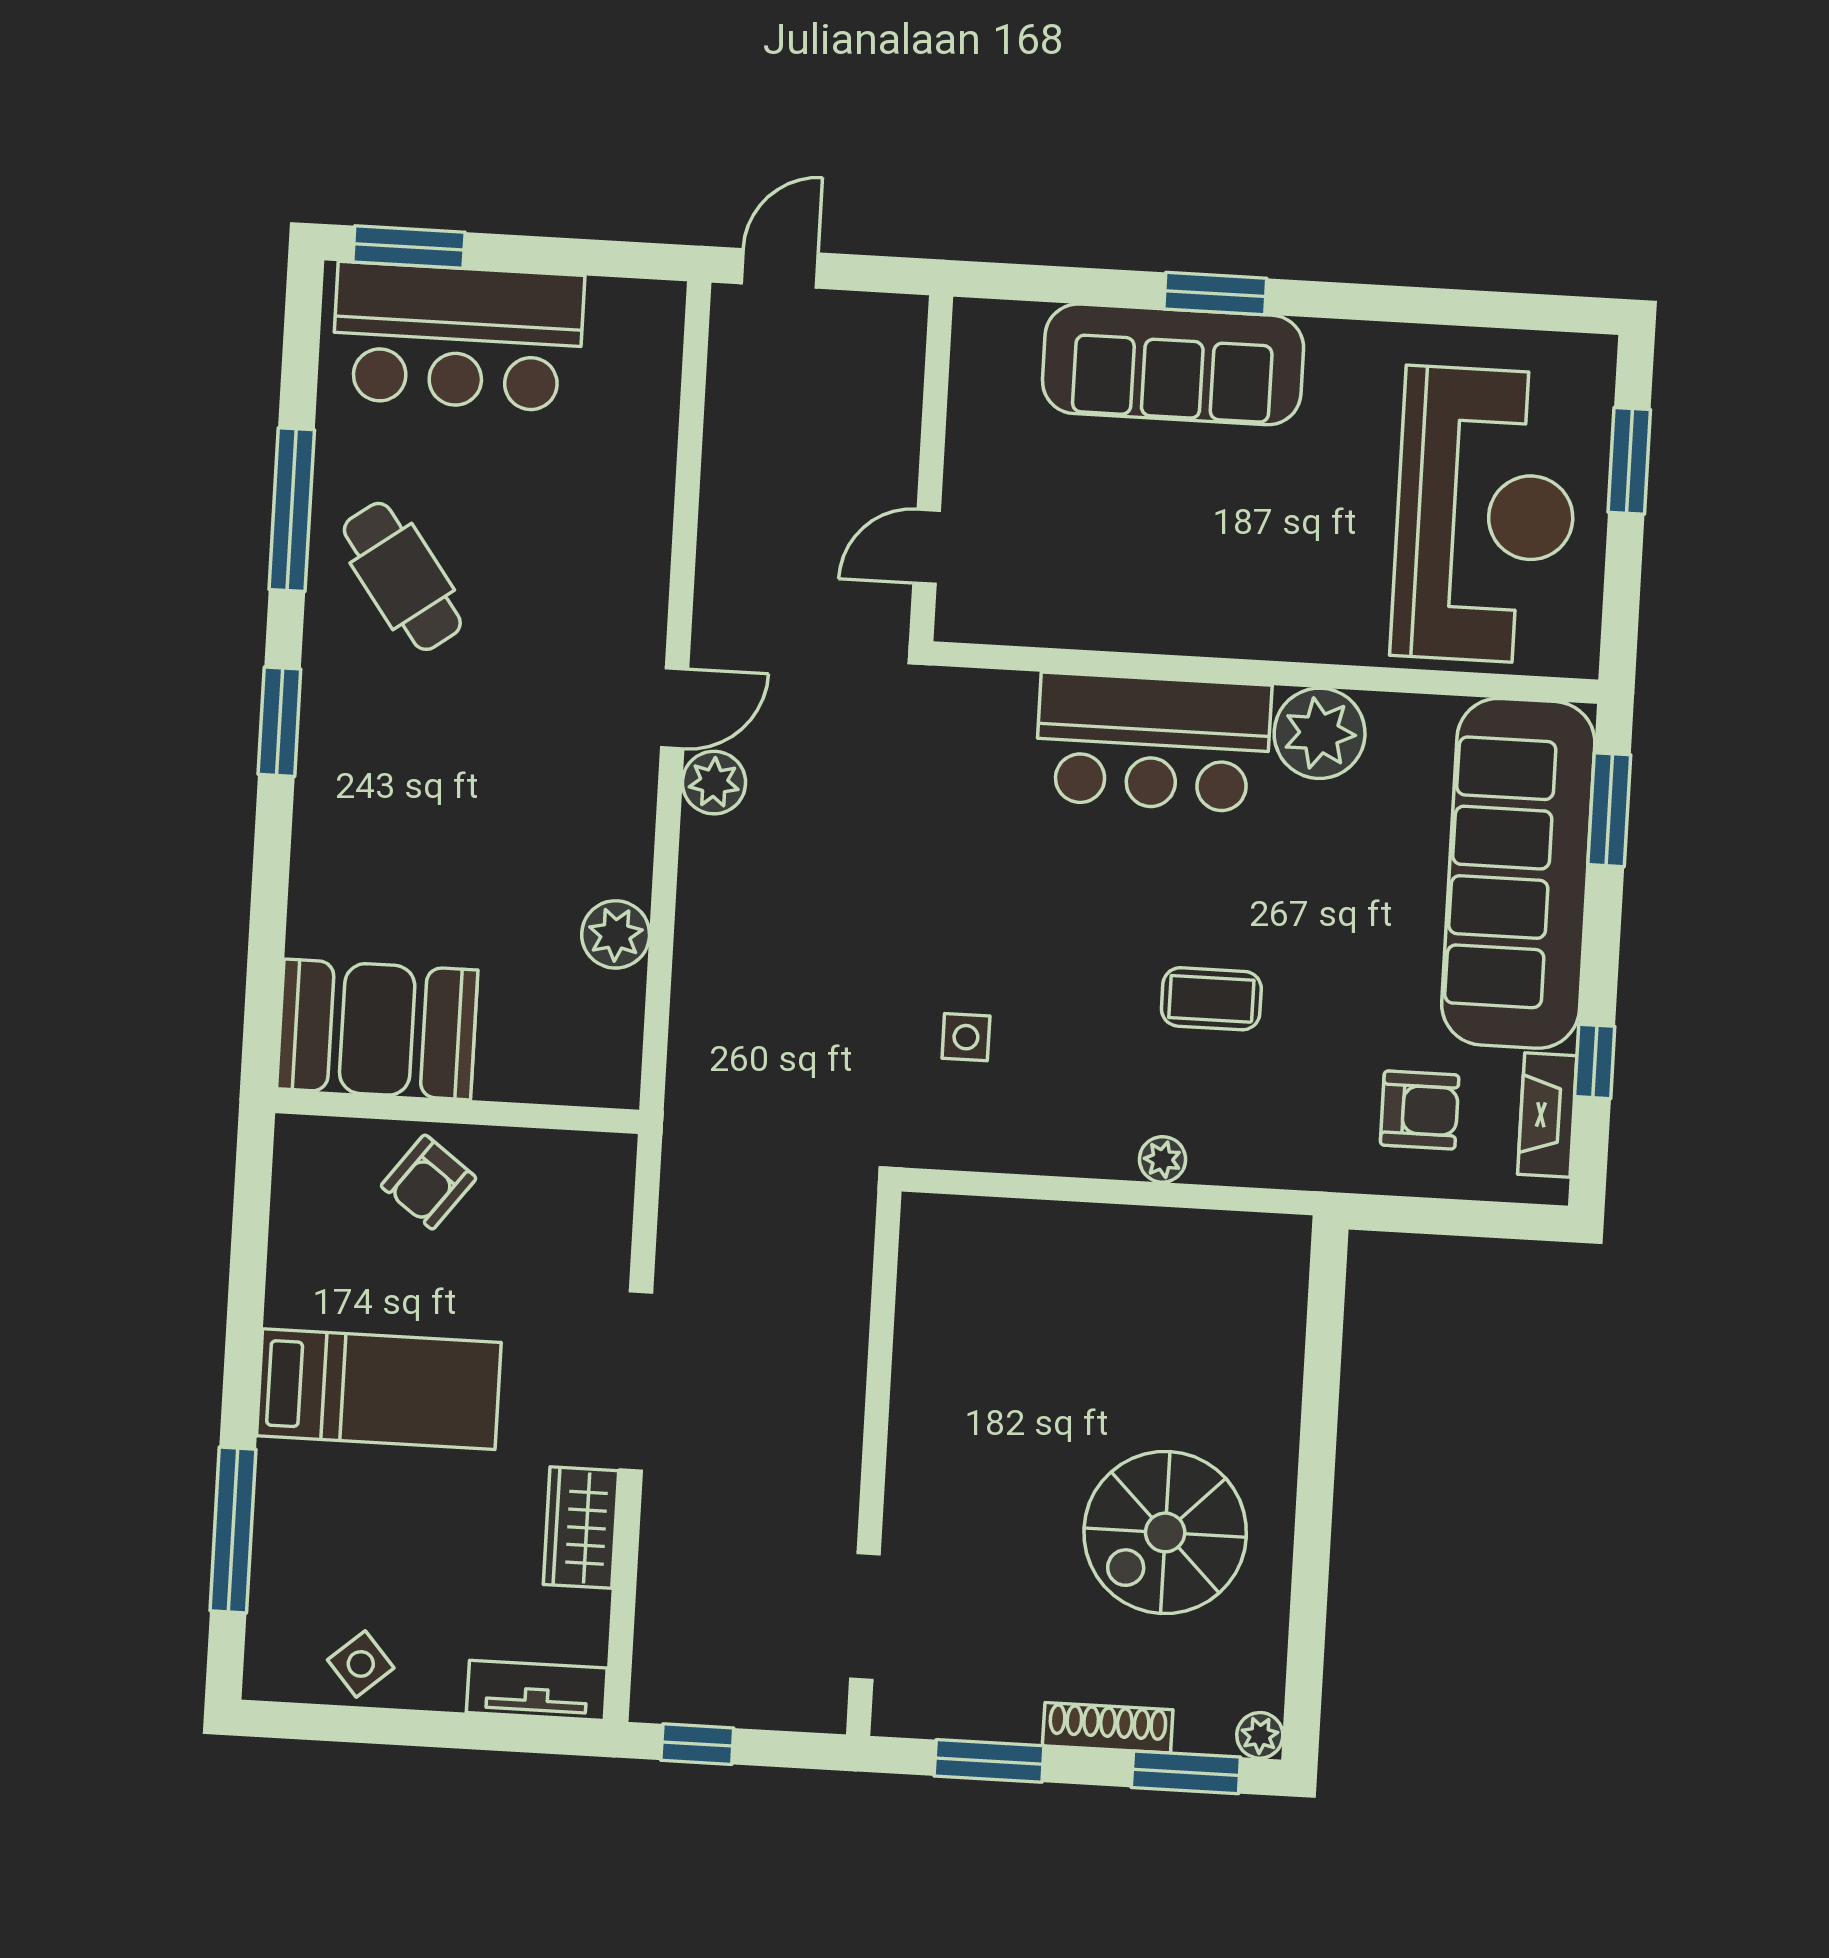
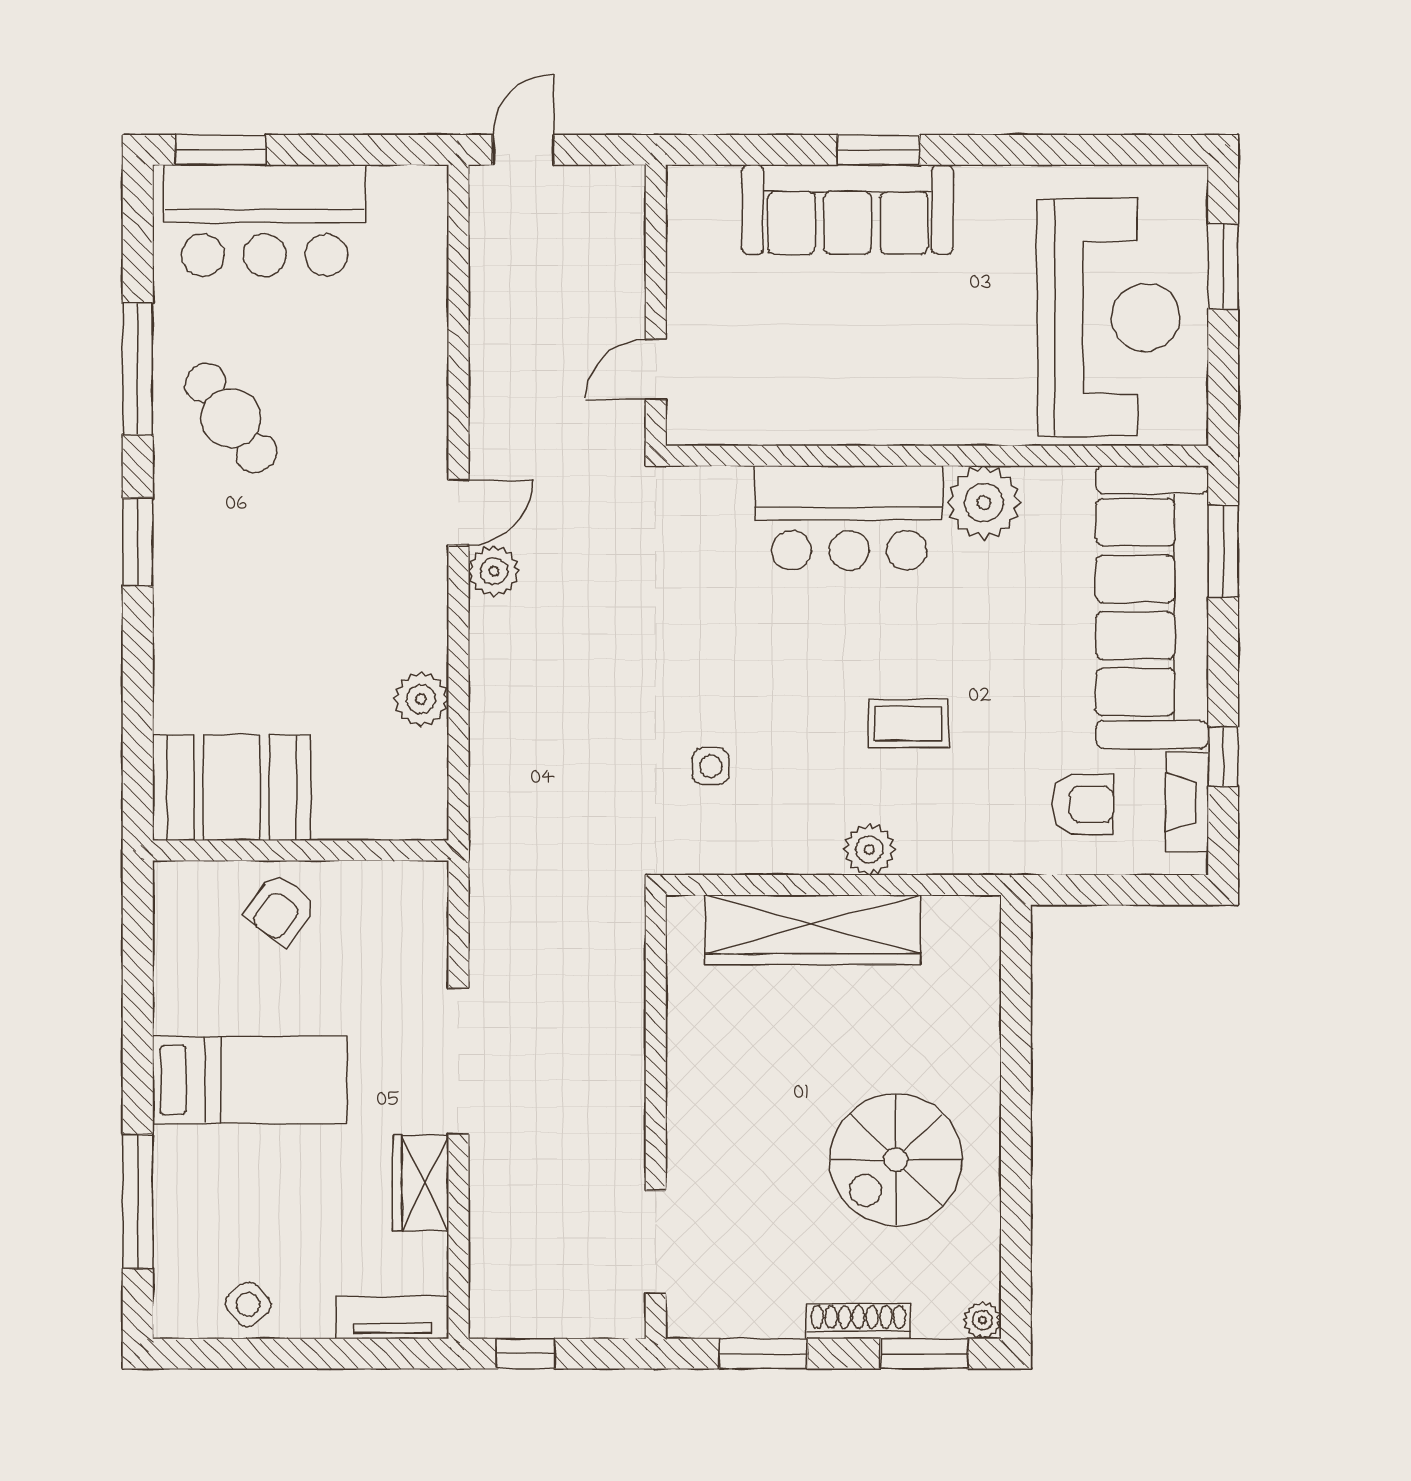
plant: (1163, 1159) -> (869, 849), width x1.38, depth x1.38
wardrobe: (1079, 1245) -> (813, 930), added

